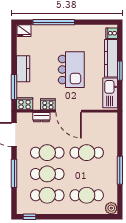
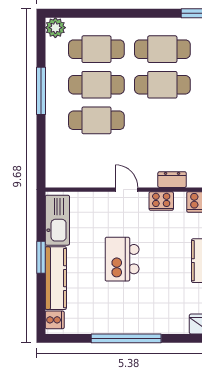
window: (54, 22) -> (126, 338), moved
kitchen island: (71, 70) -> (122, 259), width x0.73, depth x0.78
door: (69, 111) -> (127, 190), width x0.53
cafe table: (47, 153) -> (96, 85), moved

